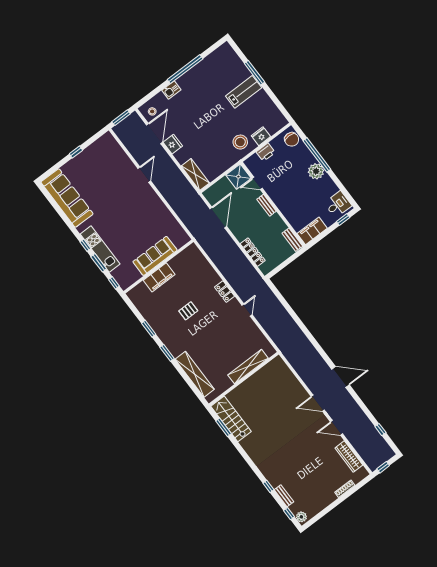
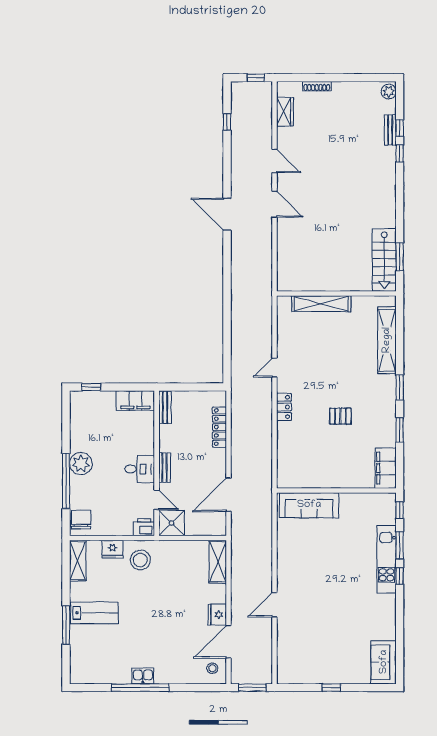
kitchen sink: (171, 90) -> (143, 676), moved
lab bench: (244, 92) -> (94, 613), turned 180
shelving: (276, 115) -> (78, 561), added
printer: (266, 152) -> (144, 527), moved
sofa: (67, 198) -> (384, 662), width x0.54, depth x0.79
desk: (338, 204) -> (140, 469), moved, turned 180
sofa: (155, 256) -> (309, 505), moved
filing cabinet: (159, 277) -> (386, 468), moved, turned -90
wardrobe: (349, 456) -> (285, 112), width x0.67
window: (289, 514) -> (400, 128), moved

